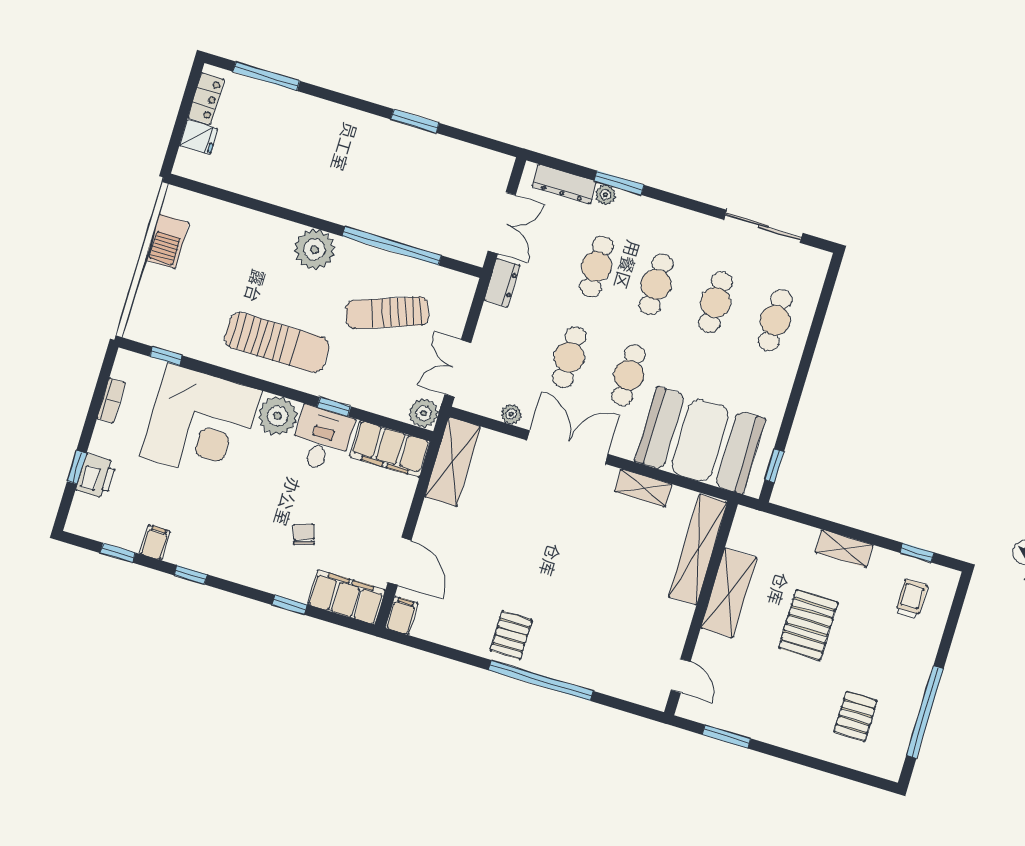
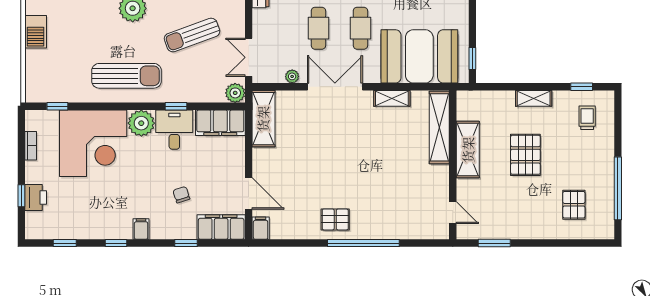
filing cabinet: (155, 542) -> (141, 229), moved
pallet: (511, 635) -> (335, 219), turned 90

